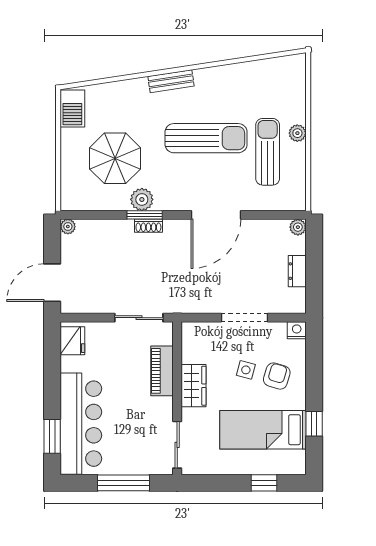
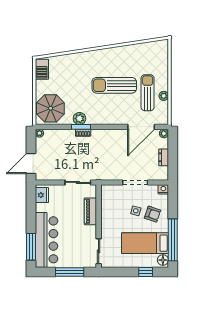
bench: (171, 81) -> (95, 54), removed
plant: (297, 133) -> (164, 96), moved
sun lounger: (206, 138) -> (114, 85), turned 180
parasol: (115, 158) -> (50, 108), moved
door: (216, 215) -> (141, 127), moved
armchair: (277, 376) -> (153, 214), turned 92
wardrobe: (193, 386) -> (107, 219), removed
window: (314, 424) -> (173, 240), width x3.17
window: (52, 436) -> (31, 247), width x1.44
floor lamp: (296, 461) -> (163, 260), added

